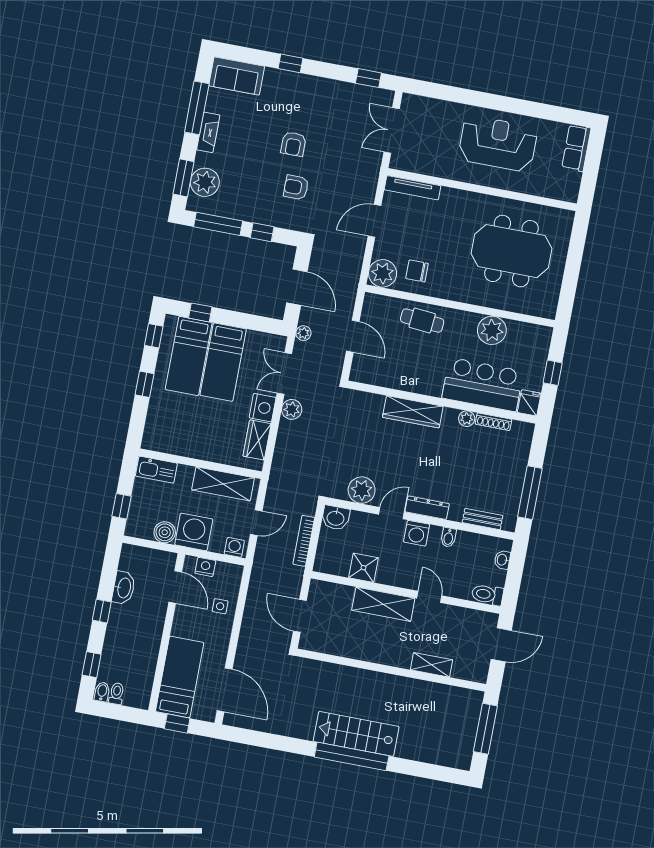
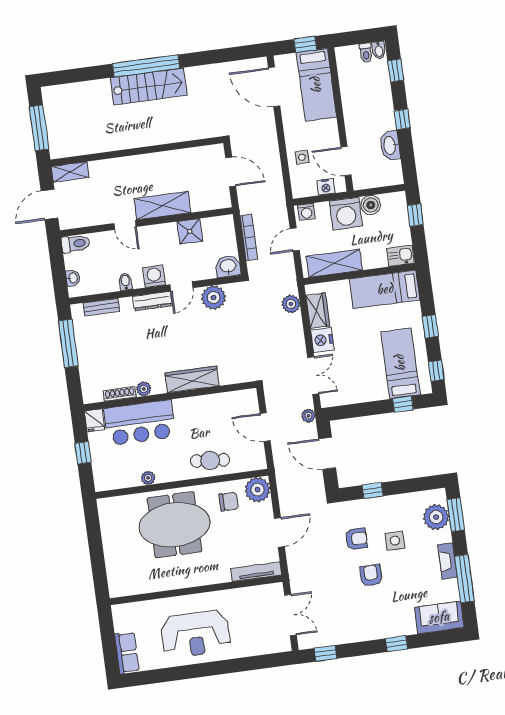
side table: (256, 172) -> (395, 541), added
window: (218, 224) -> (413, 485), removed
meeting table: (511, 251) -> (175, 525), moved
plant: (492, 330) -> (148, 478), width x0.53, depth x0.53
bed: (223, 362) -> (385, 289), moved, turned -90
plant: (292, 409) -> (291, 304), moved
kitchen sink: (156, 470) -> (400, 256), width x0.73
shelving: (432, 665) -> (70, 172), moved

